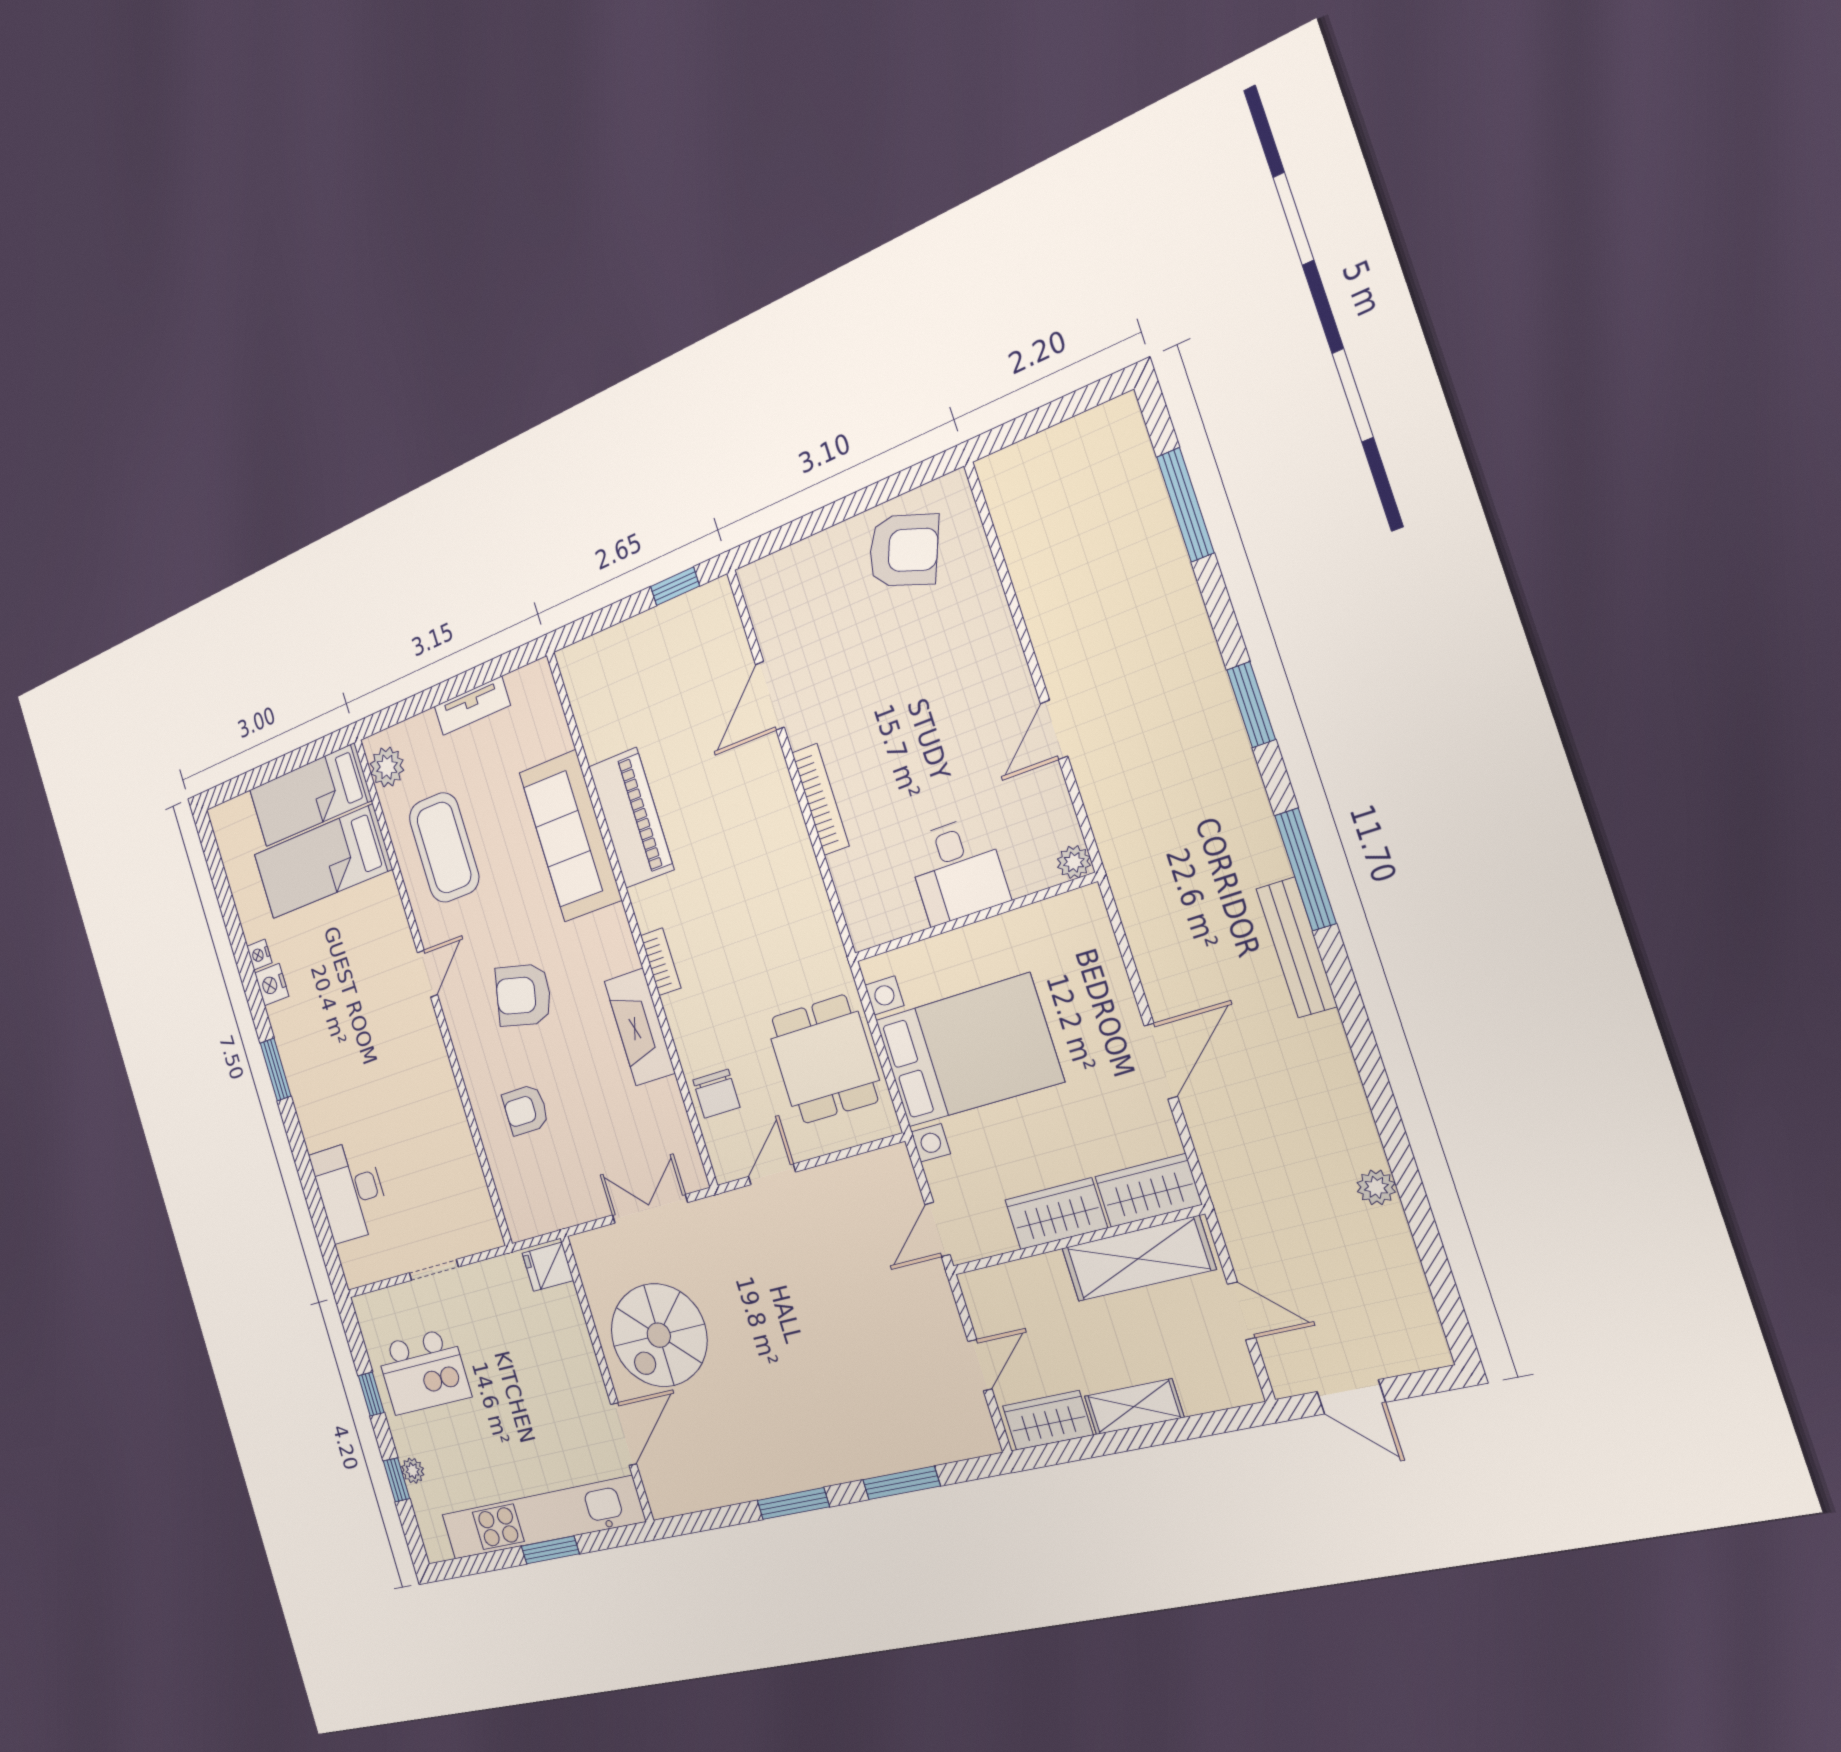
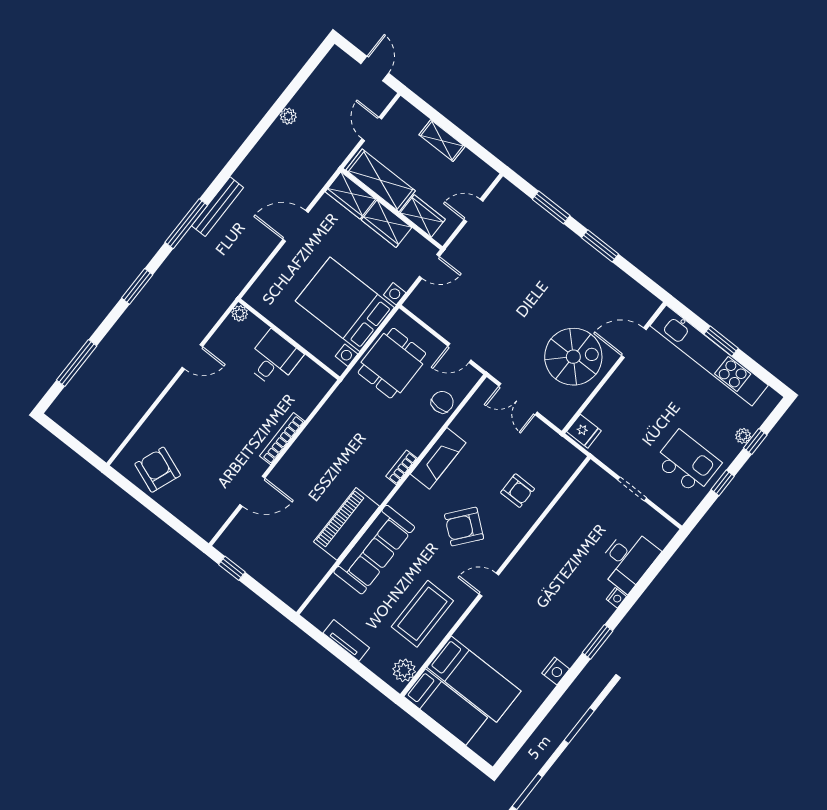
nightstand: (259, 955) -> (616, 598), moved
armchair: (523, 995) -> (464, 527), turned 116
wardrobe: (1048, 1420) -> (423, 216), moved, turned 180

